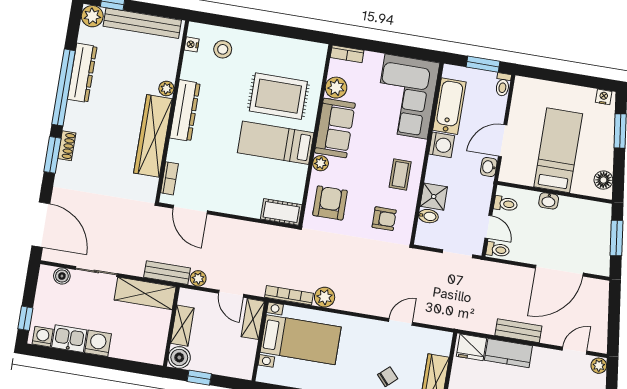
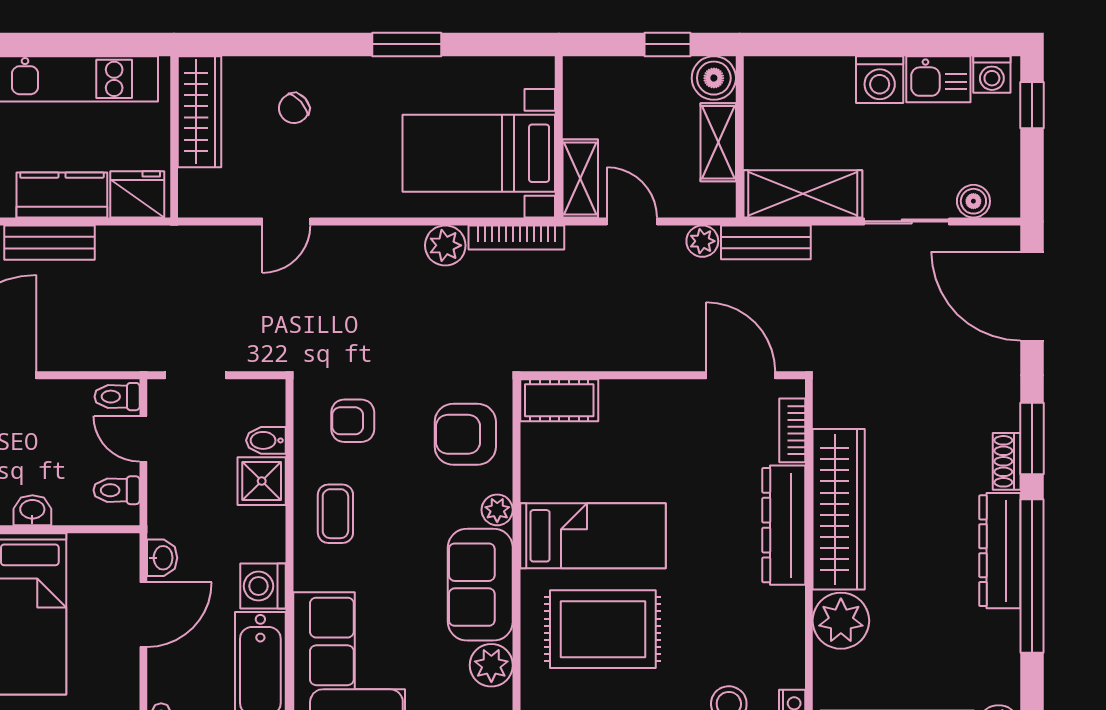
dresser: (82, 73) -> (1000, 551), moved
plant: (166, 88) -> (841, 621), width x1.88, depth x1.88
dresser: (185, 111) -> (784, 525), moved
armchair: (330, 203) -> (465, 434), turned 90

